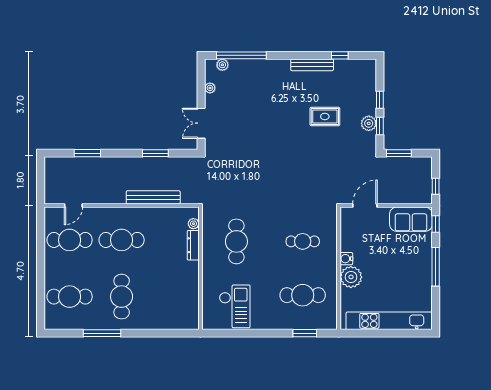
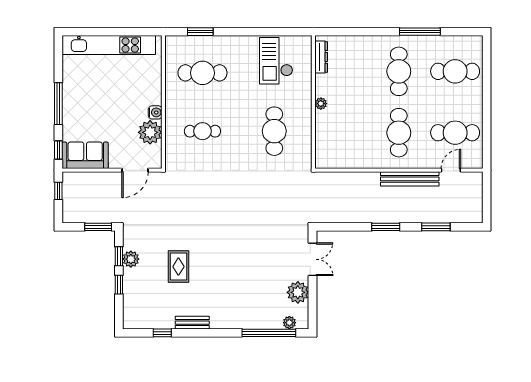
bench: (312, 65) -> (192, 323), width x0.73
plant: (210, 88) -> (298, 292), width x1.87, depth x1.87
rug: (325, 116) -> (178, 267), turned 90
window: (155, 153) -> (386, 227), moved
bench: (153, 197) -> (410, 179), moved
plant: (193, 224) -> (321, 104), moved
cafe table: (122, 240) -> (399, 133), turned 90
dresser: (193, 245) -> (321, 57), moved
plant: (351, 277) -> (150, 132), moved

